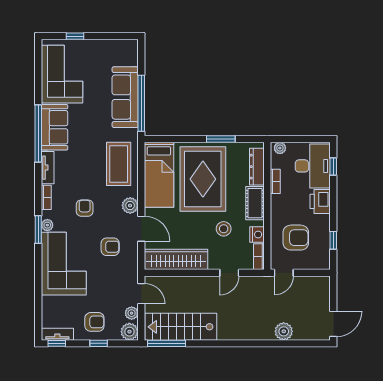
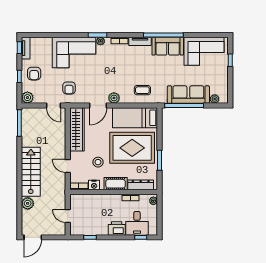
coffee table: (119, 164) -> (142, 90), width x0.54, depth x0.58
desk: (313, 166) -> (137, 223), width x0.73
armchair: (85, 208) -> (112, 67), removed
armchair: (296, 238) -> (92, 212), removed
armchair: (110, 247) -> (69, 88), moved
door: (284, 273) -> (68, 216), moved
door: (141, 294) -> (54, 106), hinge flipped
plant: (132, 313) -> (215, 99), moved
door: (333, 324) -> (33, 237), hinge flipped
stairs: (181, 327) -> (31, 172), moved

